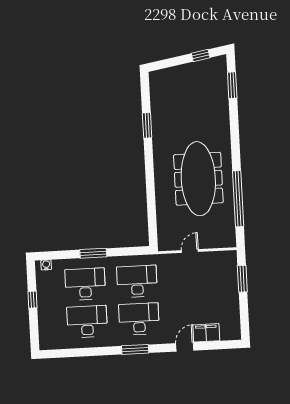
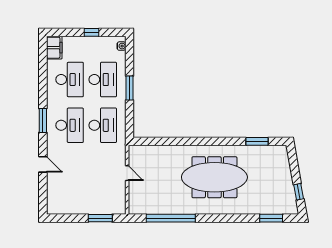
window: (147, 125) -> (257, 141), moved
meeting table: (198, 179) -> (214, 177), moved
filing cabinet: (206, 333) -> (54, 48), moved

